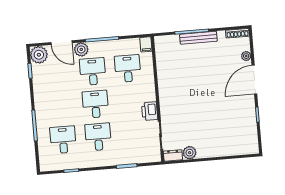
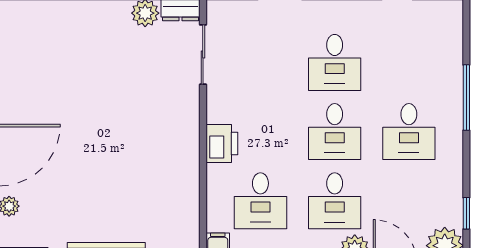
printer: (150, 111) -> (222, 144), moved
desk: (63, 140) -> (409, 132), moved

